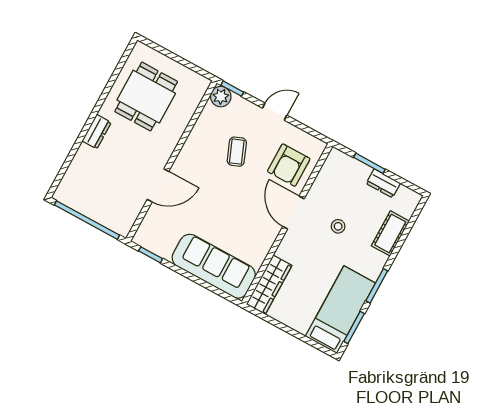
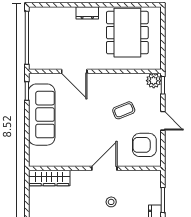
dining table: (146, 97) -> (127, 33), width x1.38
armchair: (289, 165) -> (144, 145), moved
sofa: (214, 266) -> (42, 115), moved

